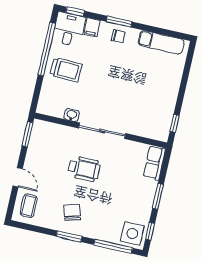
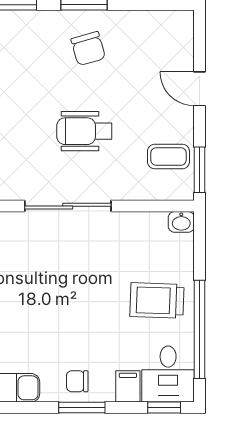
washbasin: (72, 115) -> (181, 222), moved
coffee table: (29, 206) -> (168, 156), moved, turned 90

